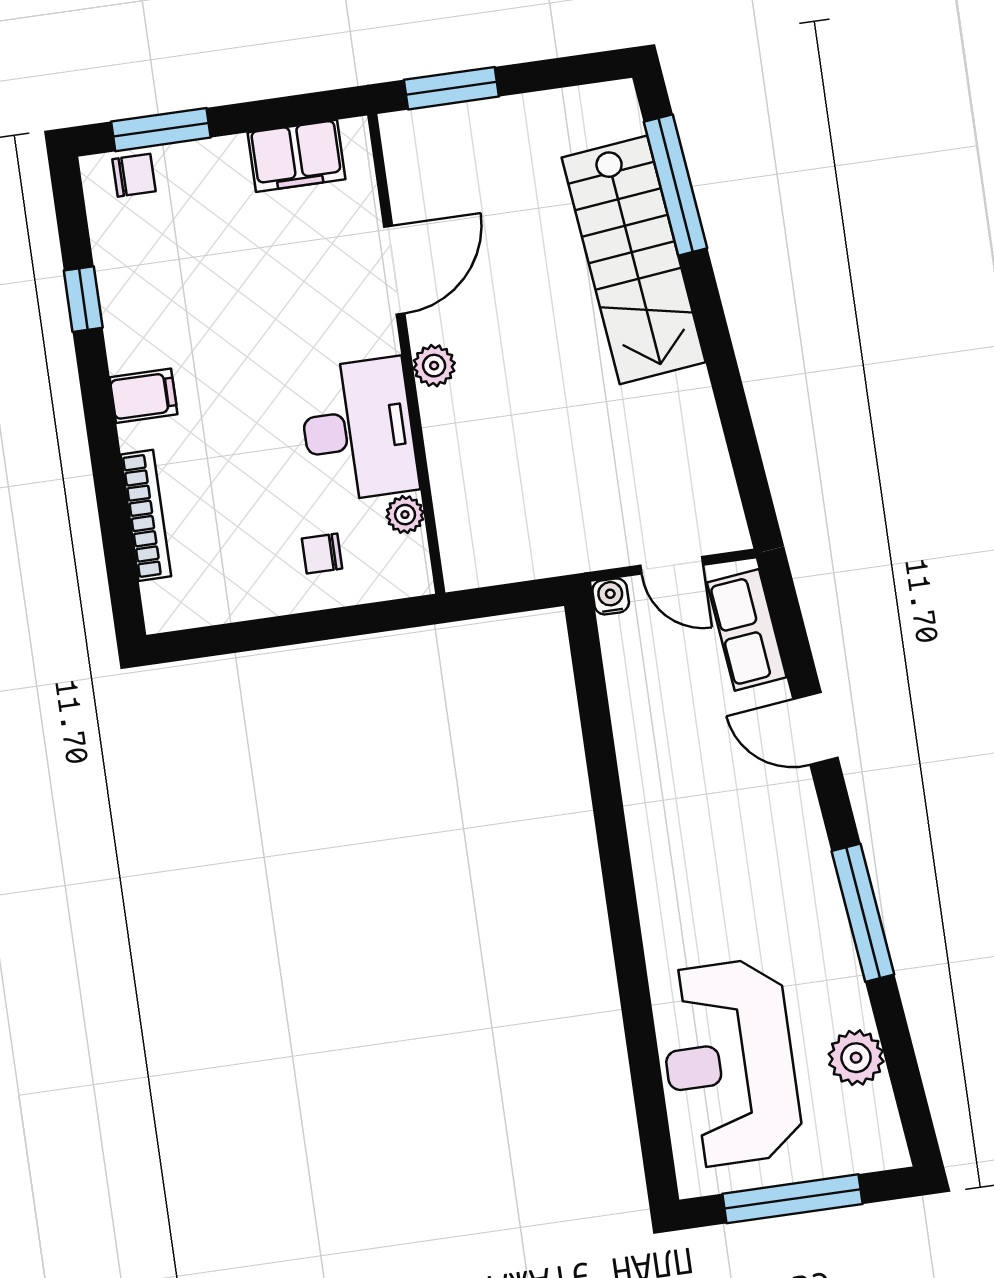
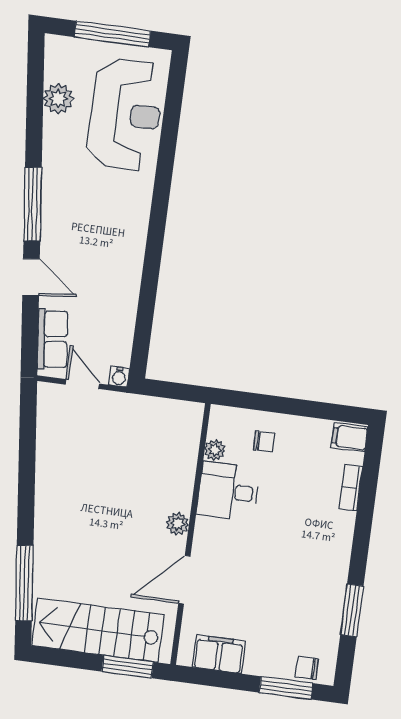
stairs: (634, 260) -> (98, 630), moved, turned -84
window: (83, 299) -> (352, 610), width x1.50
filing cabinet: (144, 396) -> (350, 437), moved
desk: (358, 430) -> (228, 491), width x0.73
bookcase: (146, 515) -> (351, 488), width x0.64
window: (863, 913) -> (33, 204), moved

